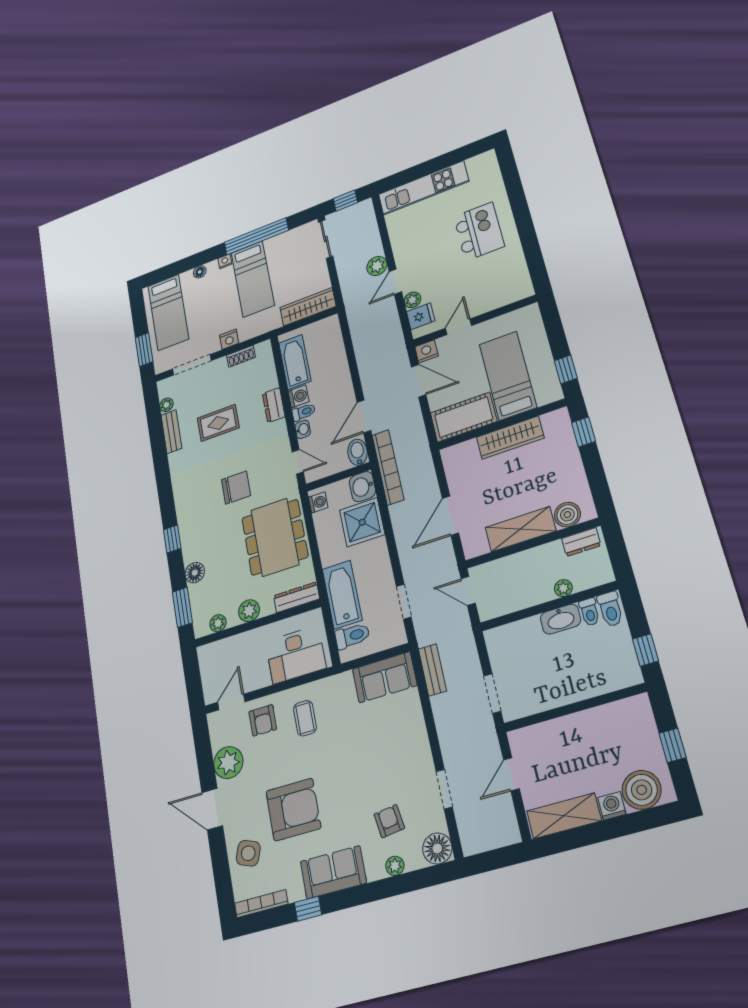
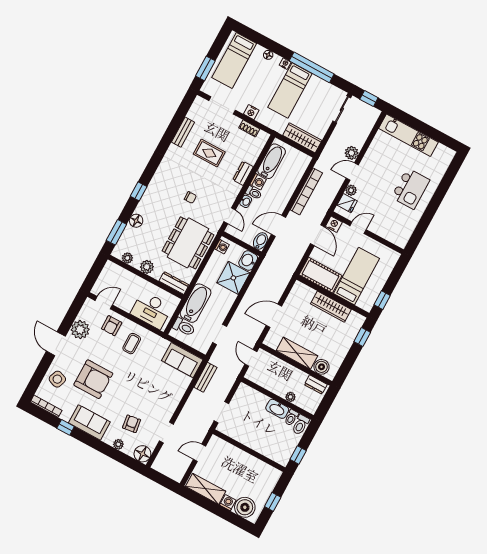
plant: (166, 405) -> (192, 114), removed
bookcase: (388, 467) -> (306, 191), moved
chair: (236, 488) -> (190, 197), width x0.54, depth x0.54

